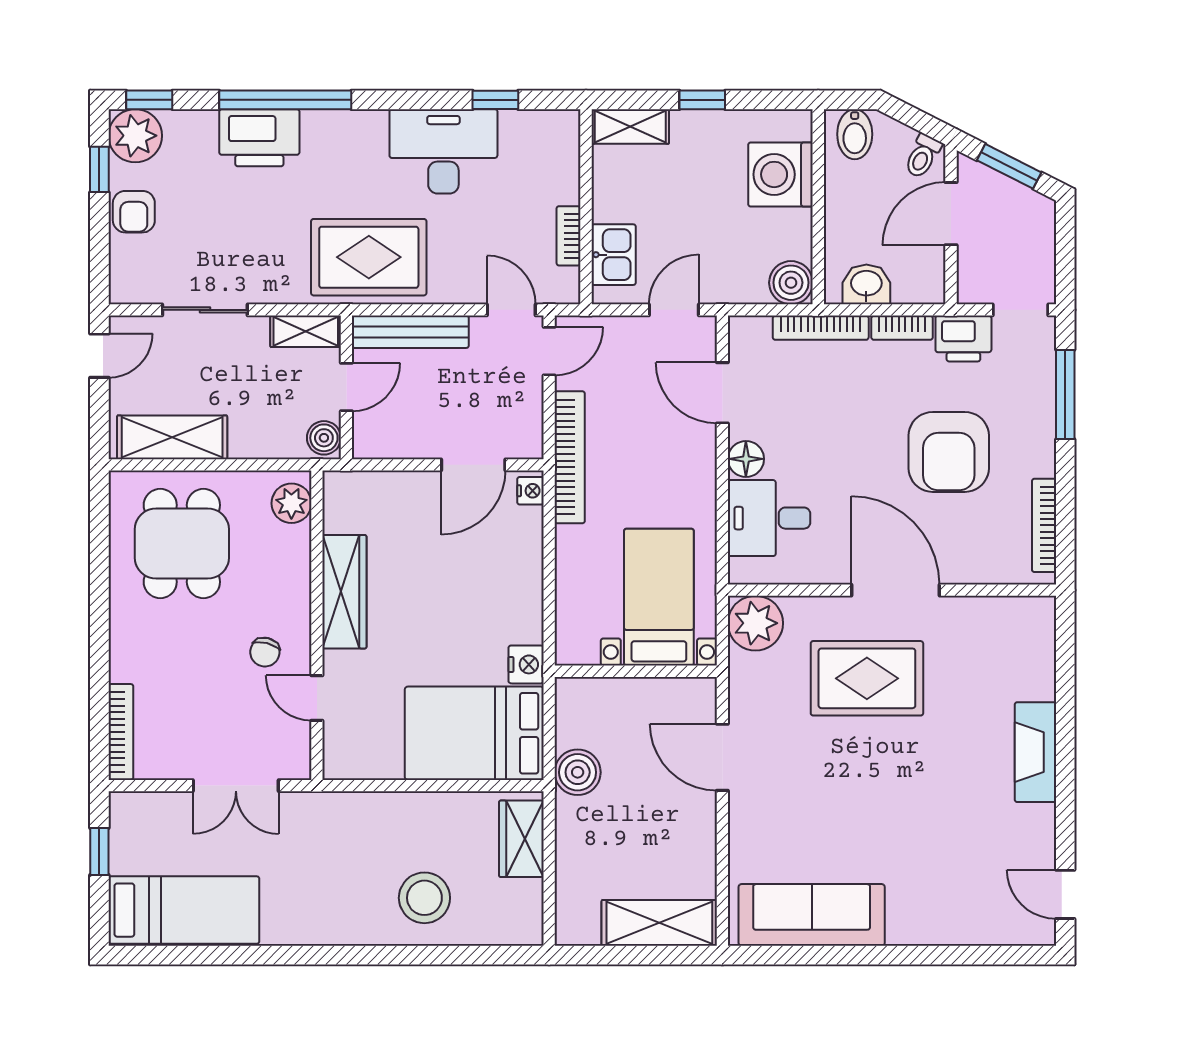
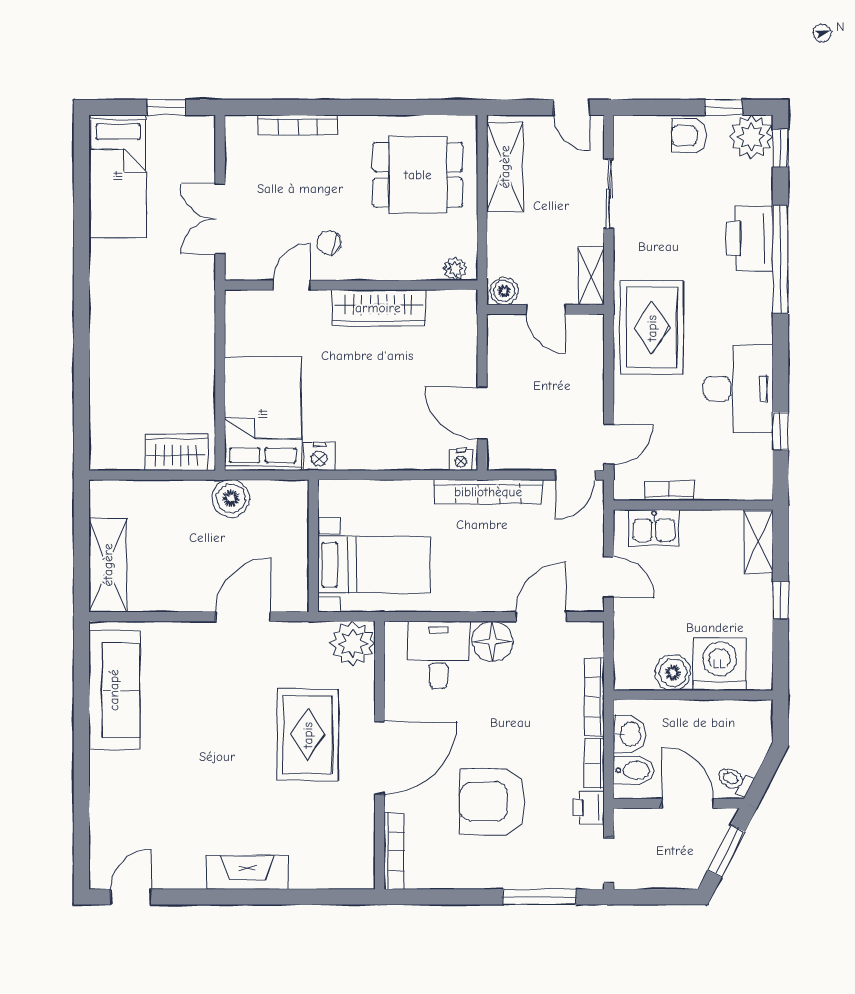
bidet: (855, 134) -> (634, 770), moved, turned 180
boiler: (791, 283) -> (673, 673), moved
bench: (410, 332) -> (591, 362), removed
printer: (963, 339) -> (589, 808), width x0.73, depth x0.81
door: (549, 351) -> (575, 475), hinge flipped
floor lamp: (746, 459) -> (492, 641), width x1.38, depth x1.38
plant: (291, 503) -> (455, 269), width x0.73, depth x0.73
bookcase: (1044, 525) -> (394, 851), moved, turned 90
bookcase: (121, 732) -> (298, 125), moved
stool: (424, 898) -> (128, 373), removed

